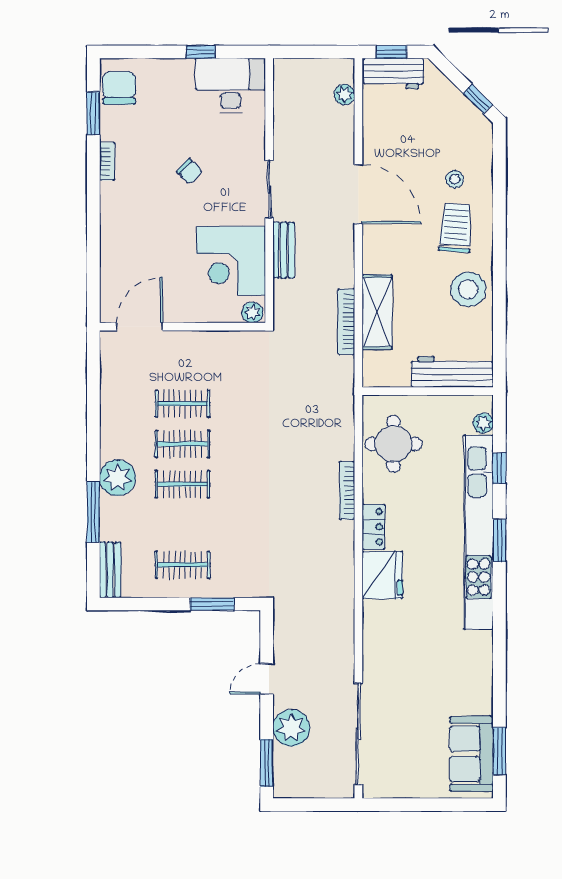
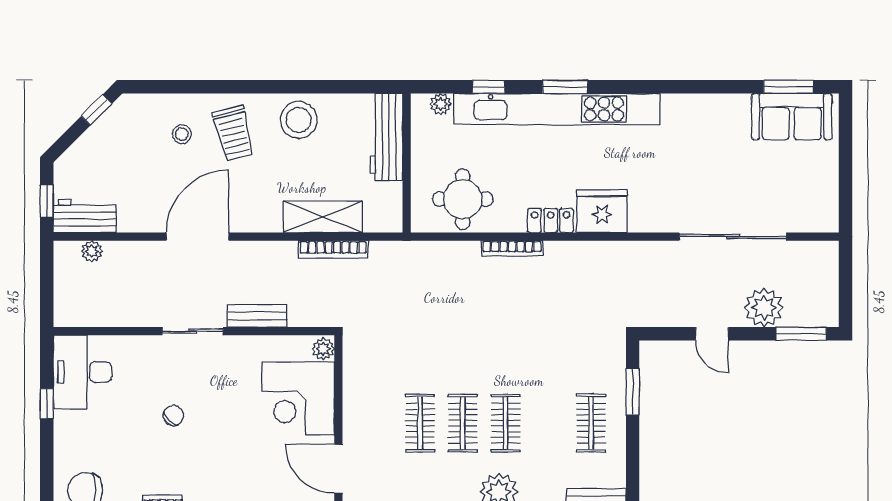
workbench: (393, 73) -> (85, 216), moved, turned -90
trolley: (456, 228) -> (233, 133), turned -108
corner desk: (231, 261) -> (298, 399), moved, turned 90
sliding door: (358, 734) -> (733, 237), moved

